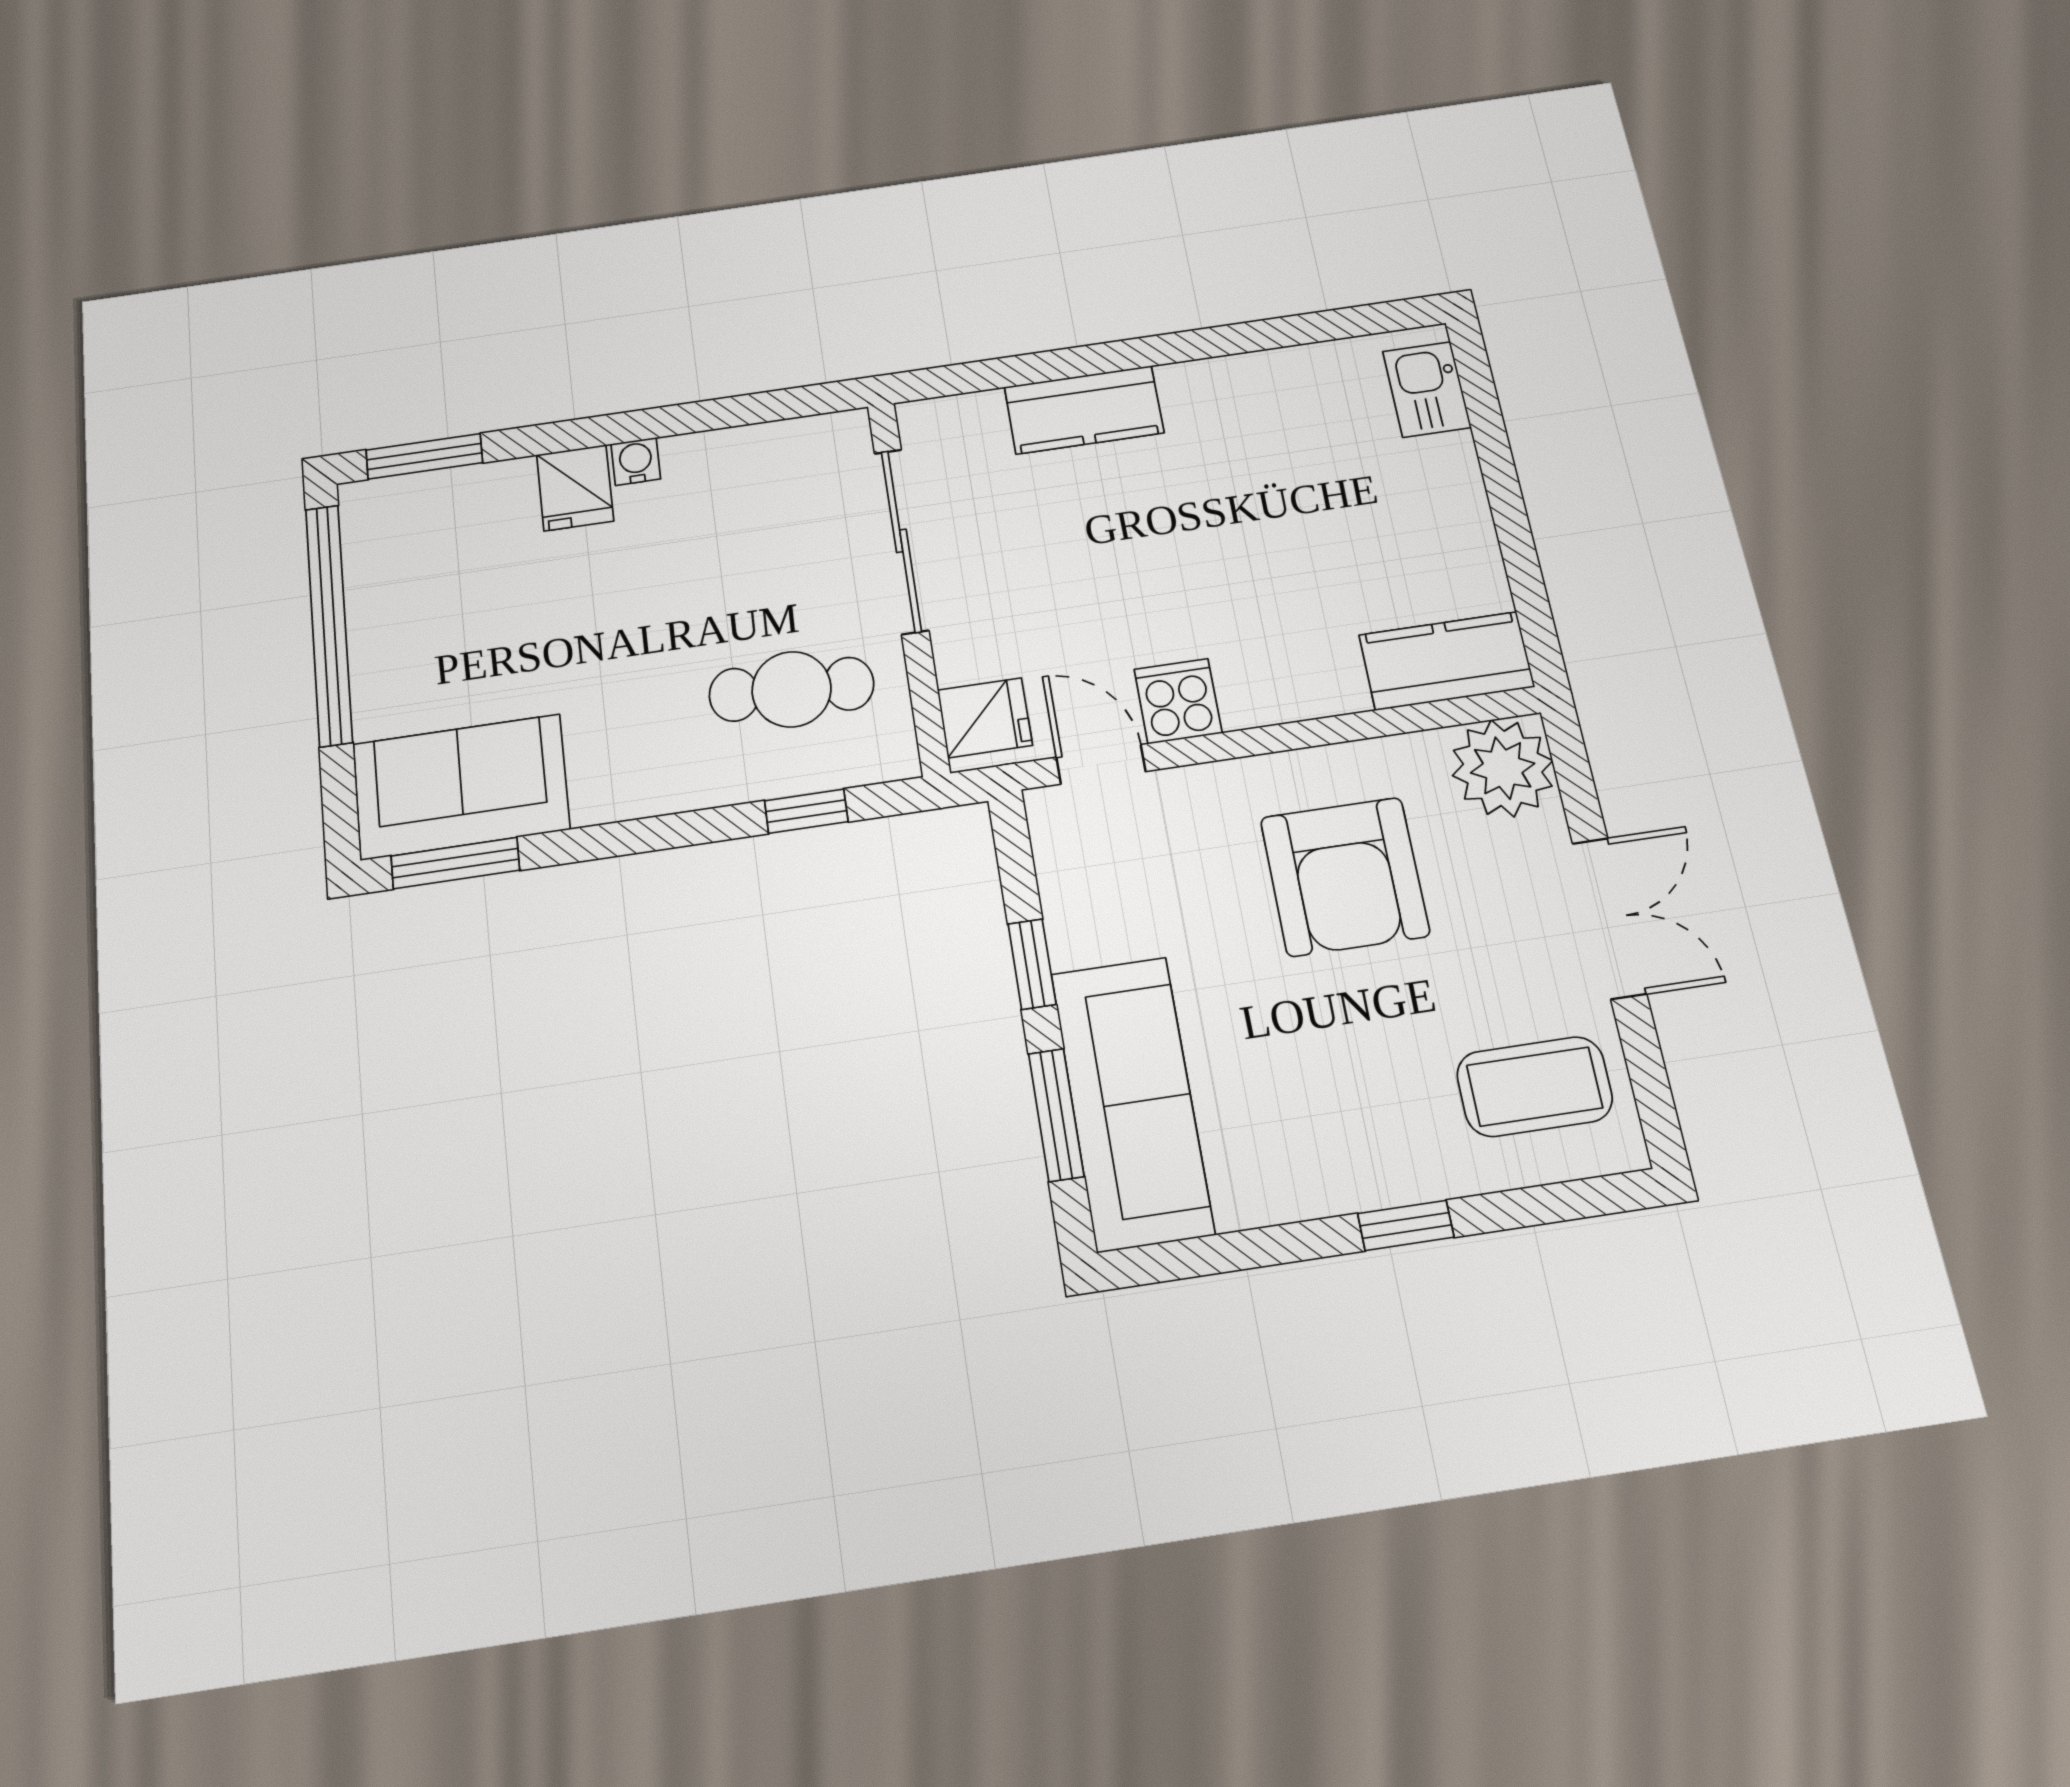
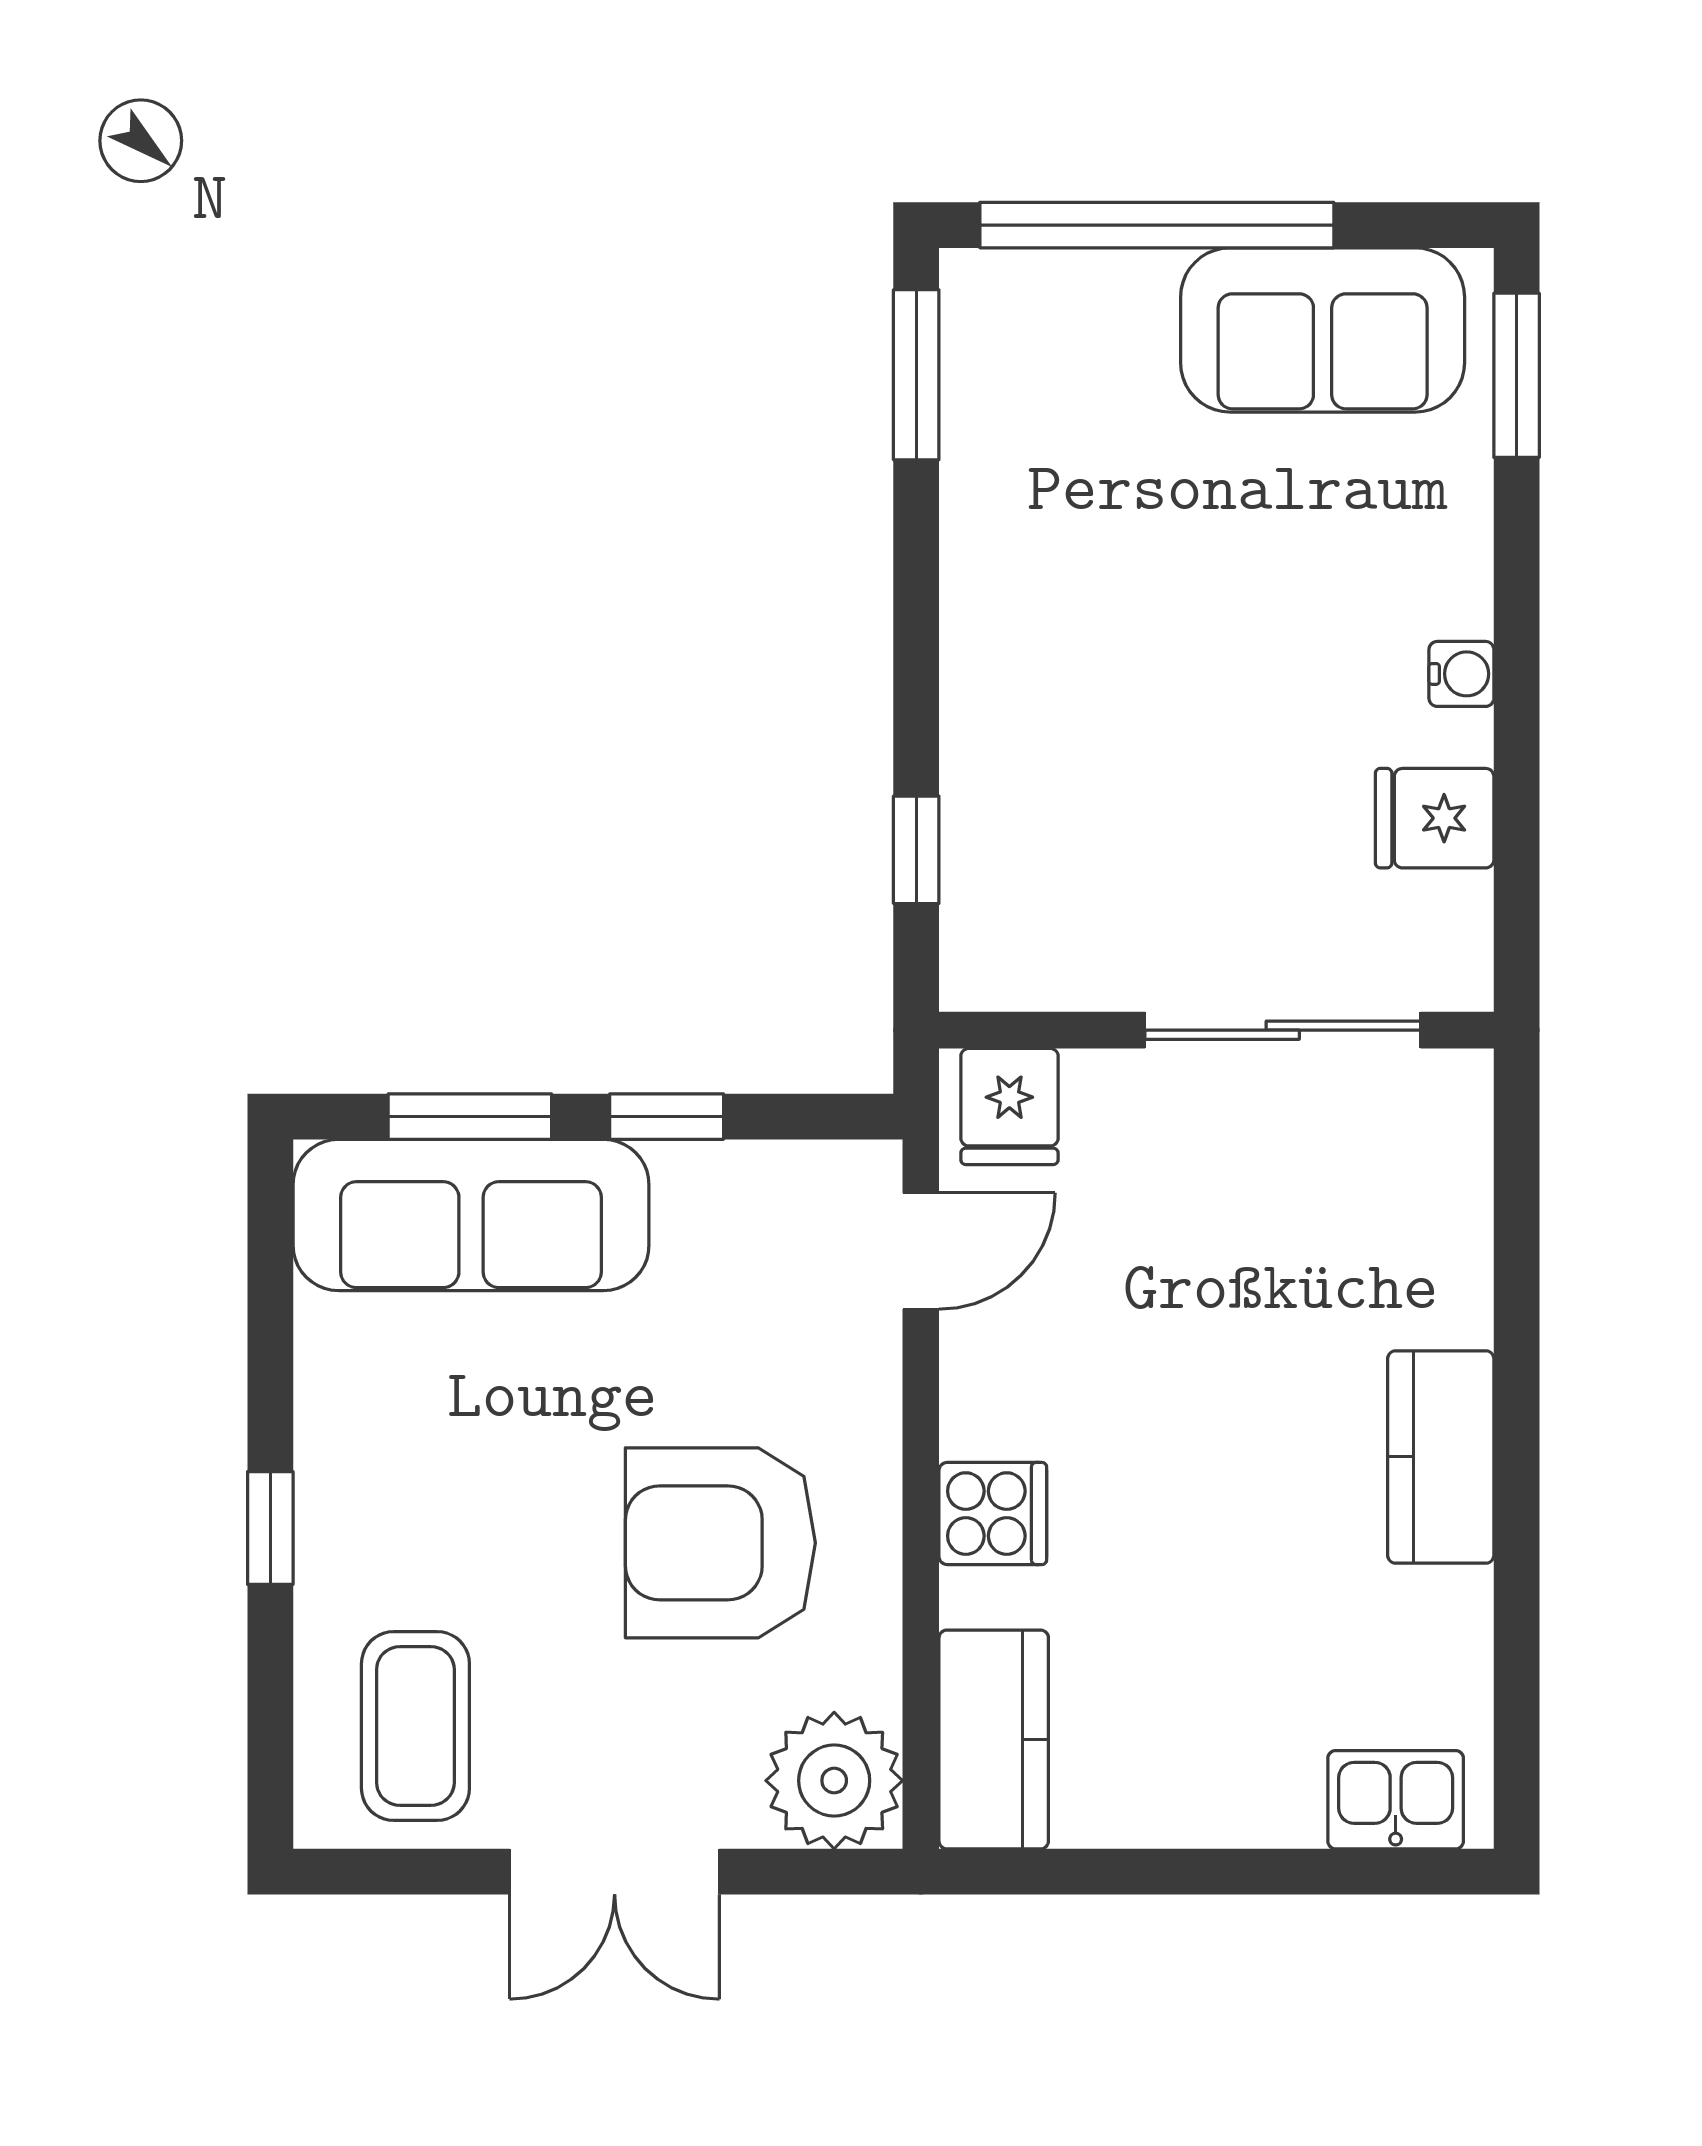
kitchen counter: (1084, 410) -> (1441, 1457), moved
fridge: (575, 488) -> (1435, 818), moved
window: (329, 624) -> (1157, 225), moved
cafe table: (791, 689) -> (1090, 851), removed
cooker: (1178, 701) -> (993, 1514), moved
sofa: (461, 787) -> (1323, 330), moved, turned 90

